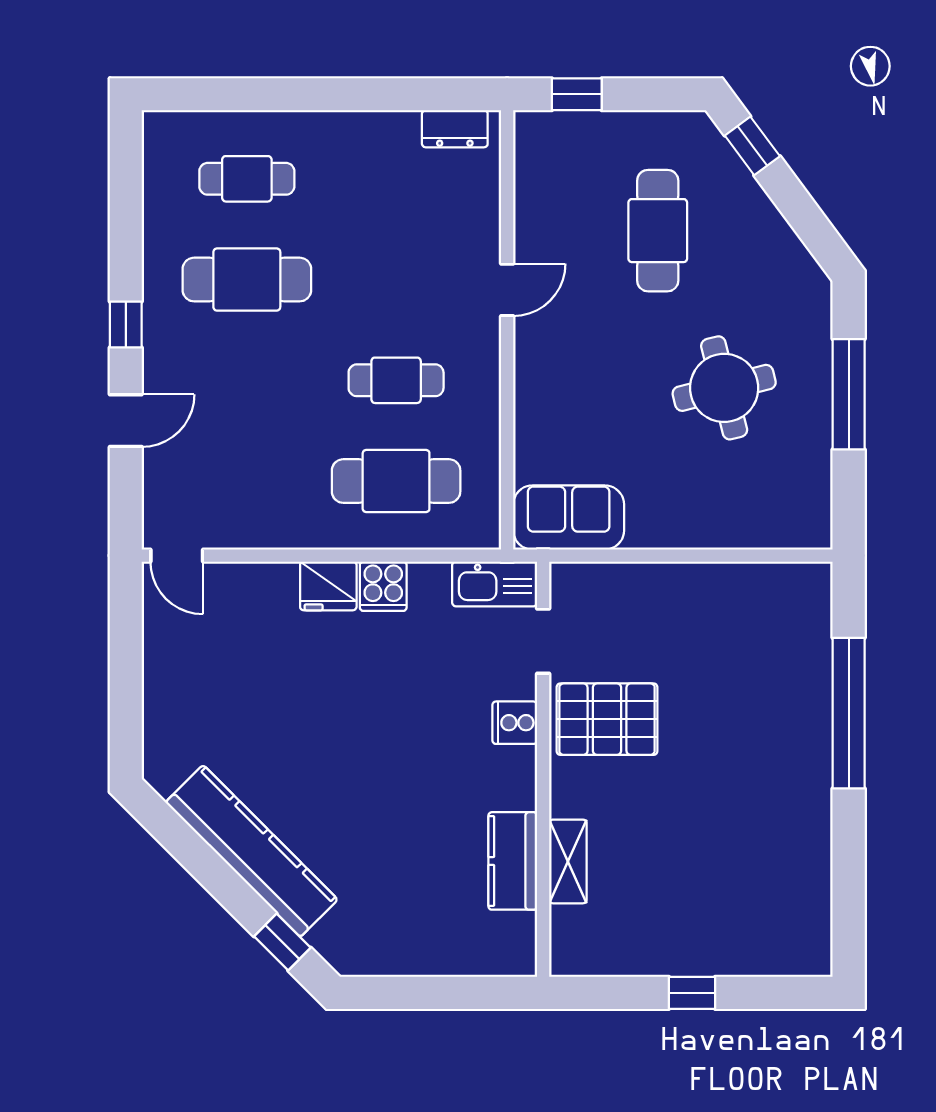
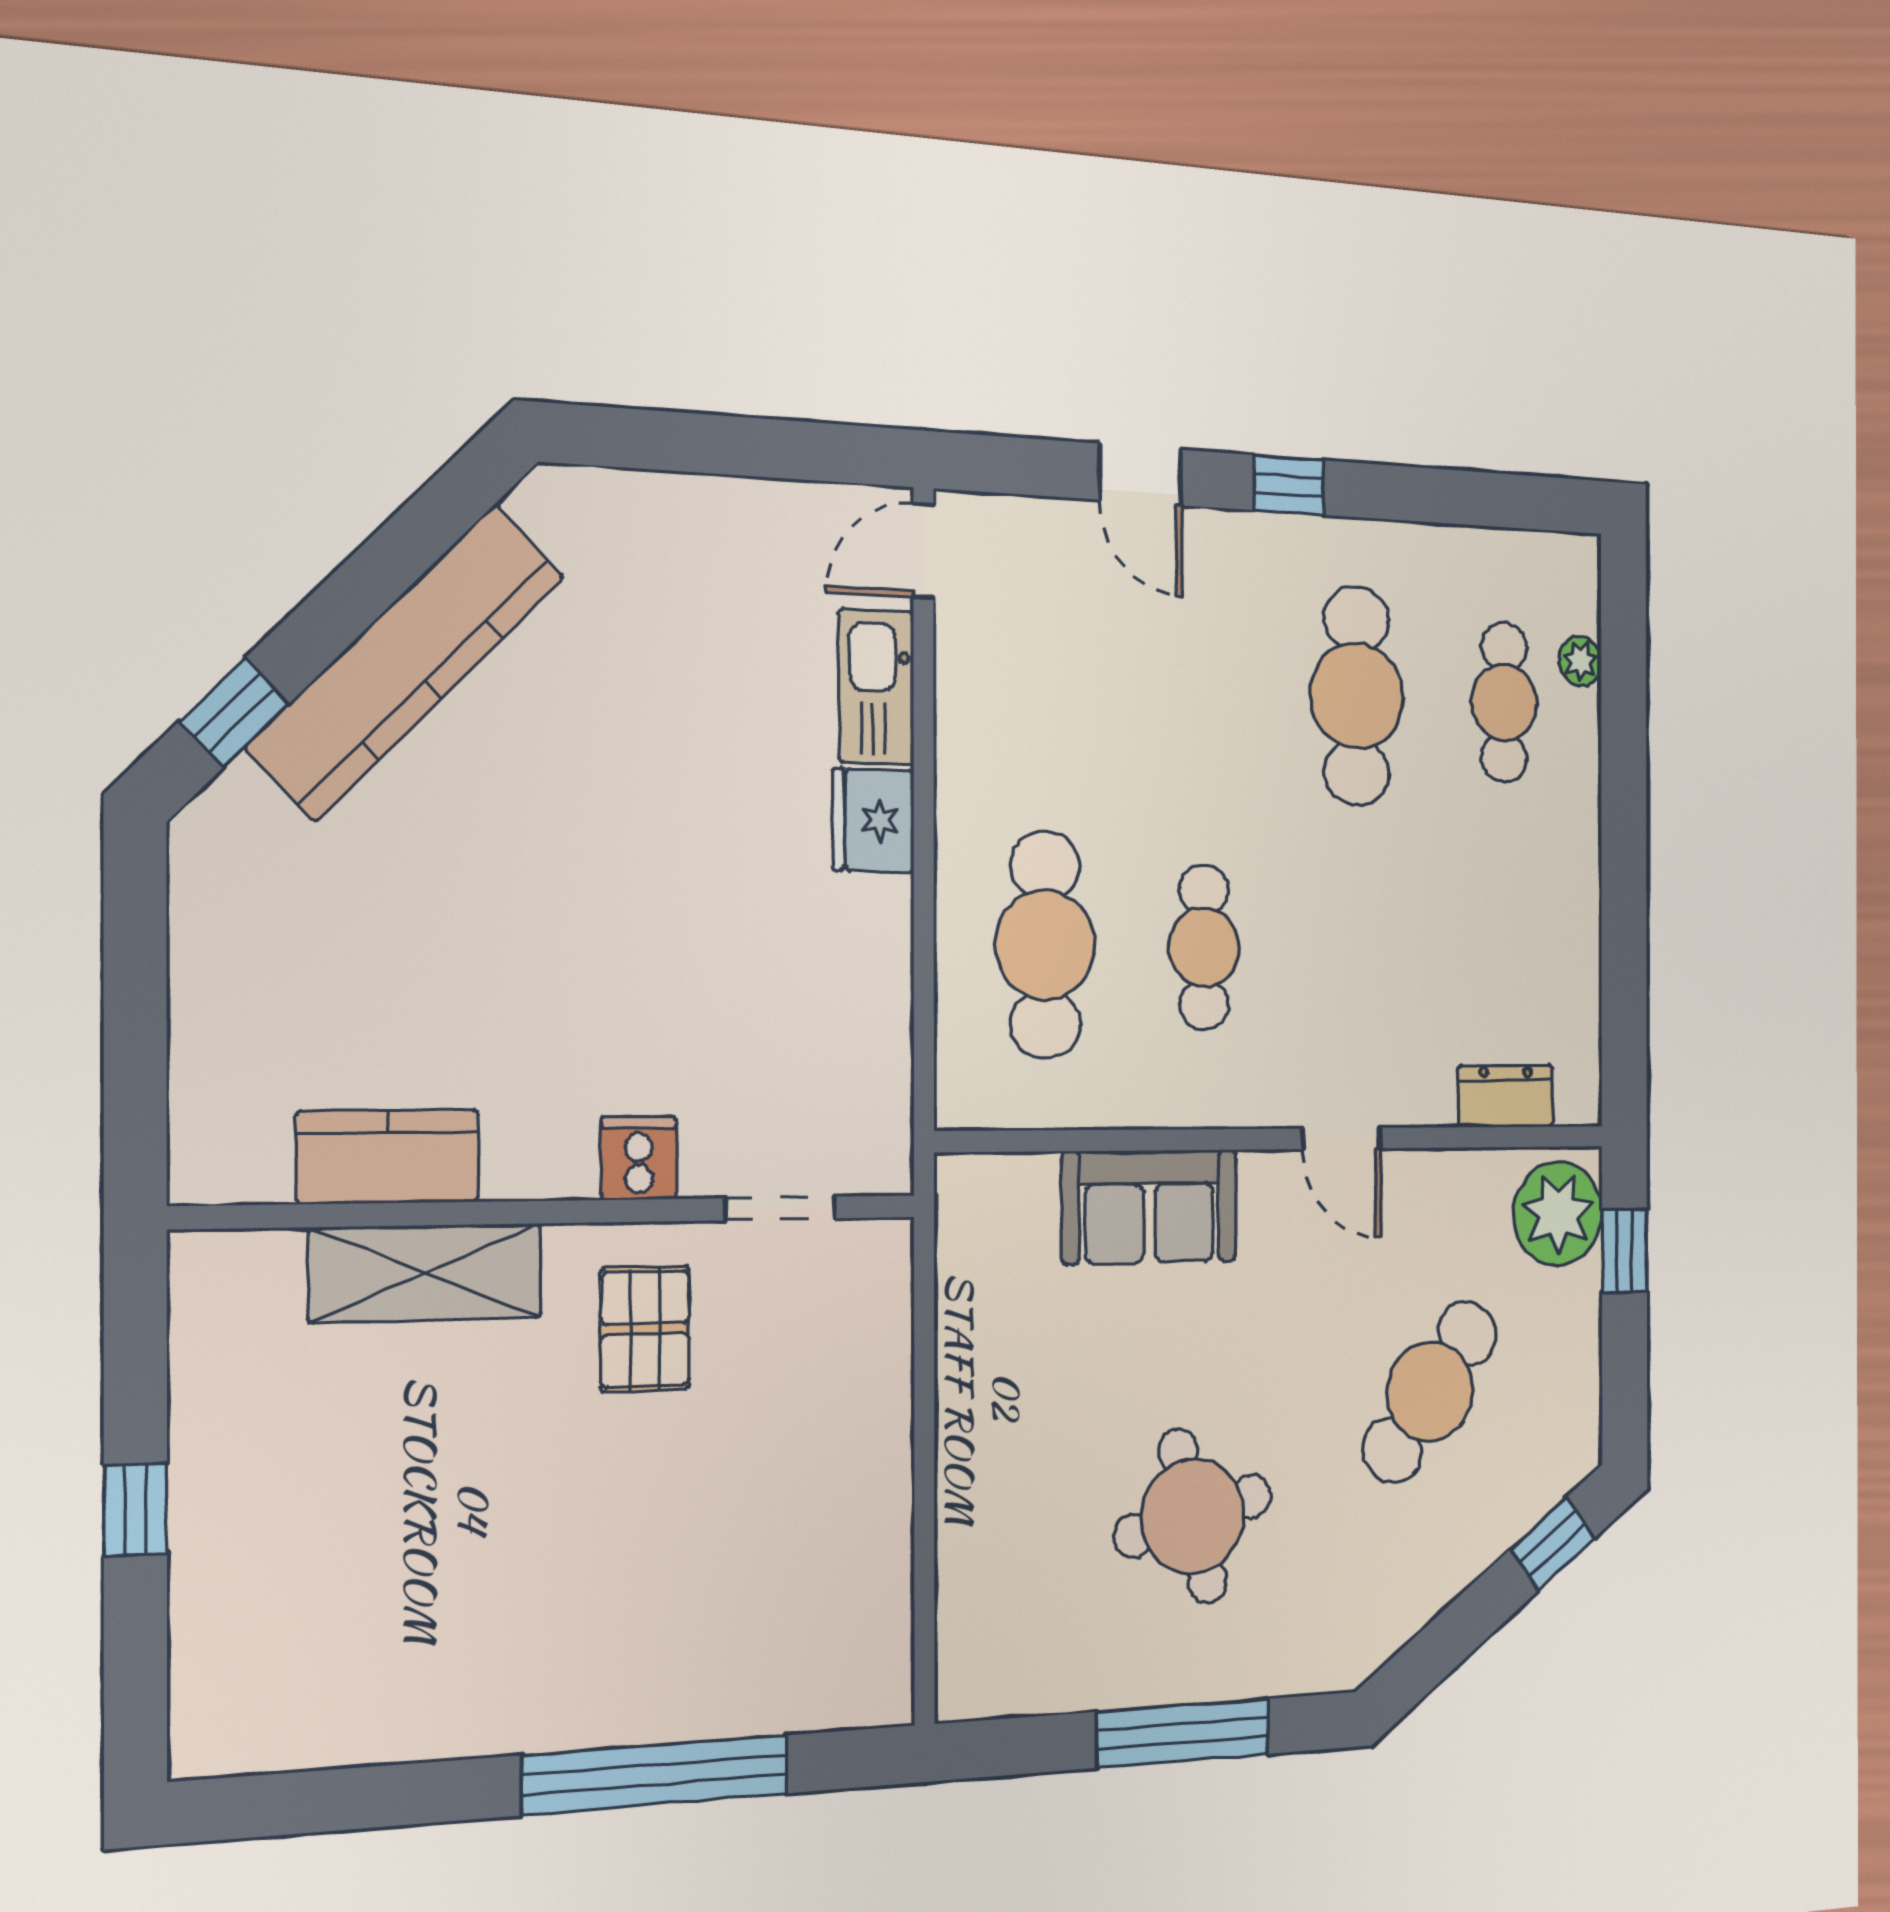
plant: (220, 125) -> (1580, 661), added
dresser: (455, 129) -> (1506, 1096), moved, turned 90
plant: (553, 141) -> (1558, 1213), added
cafe table: (658, 231) -> (1430, 1392), turned -53
sofa: (569, 517) -> (1149, 1206), moved, turned 90
kitchen sink: (495, 584) -> (876, 687), moved
cooker: (383, 586) -> (873, 919), removed
pallet: (607, 719) -> (645, 1329), width x0.67, depth x0.71
shelving: (568, 861) -> (426, 1273), width x1.50, depth x1.33

